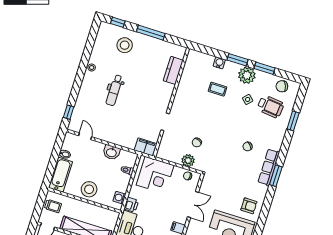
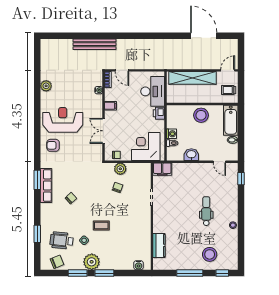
water cooler: (219, 63) -> (139, 265), moved
coffee table: (218, 89) -> (101, 225), moved
washing machine: (119, 198) -> (171, 134), moved

